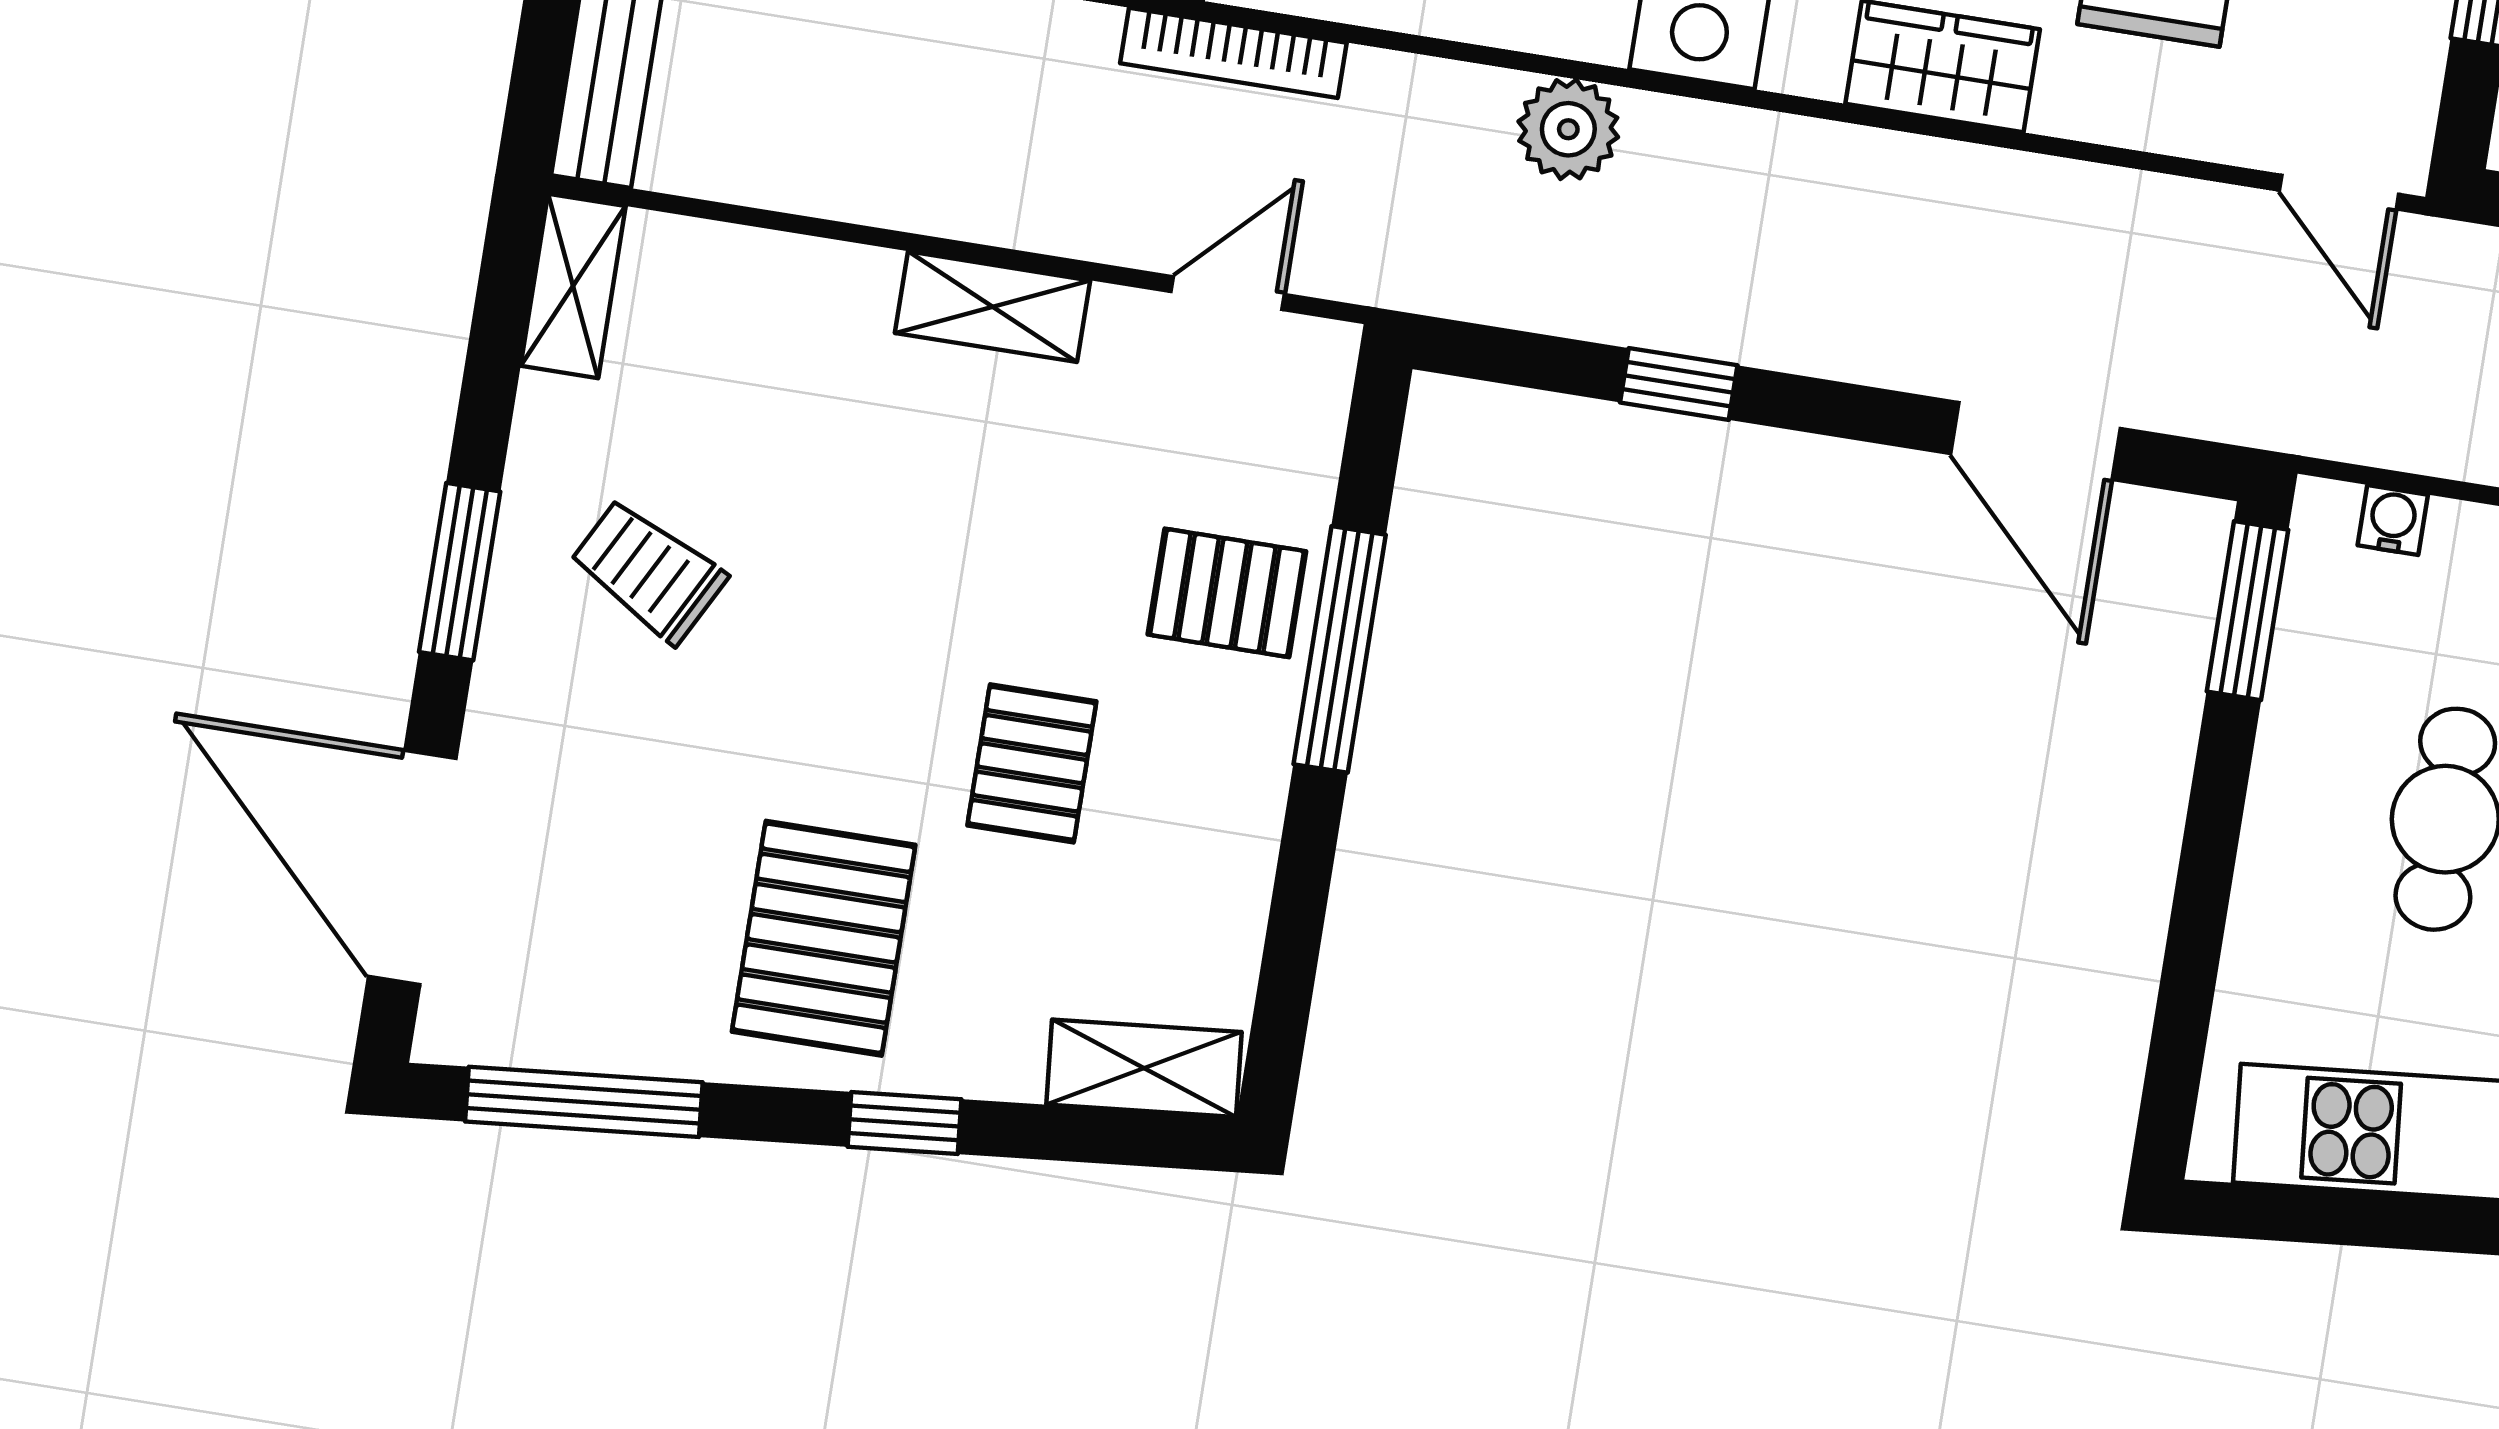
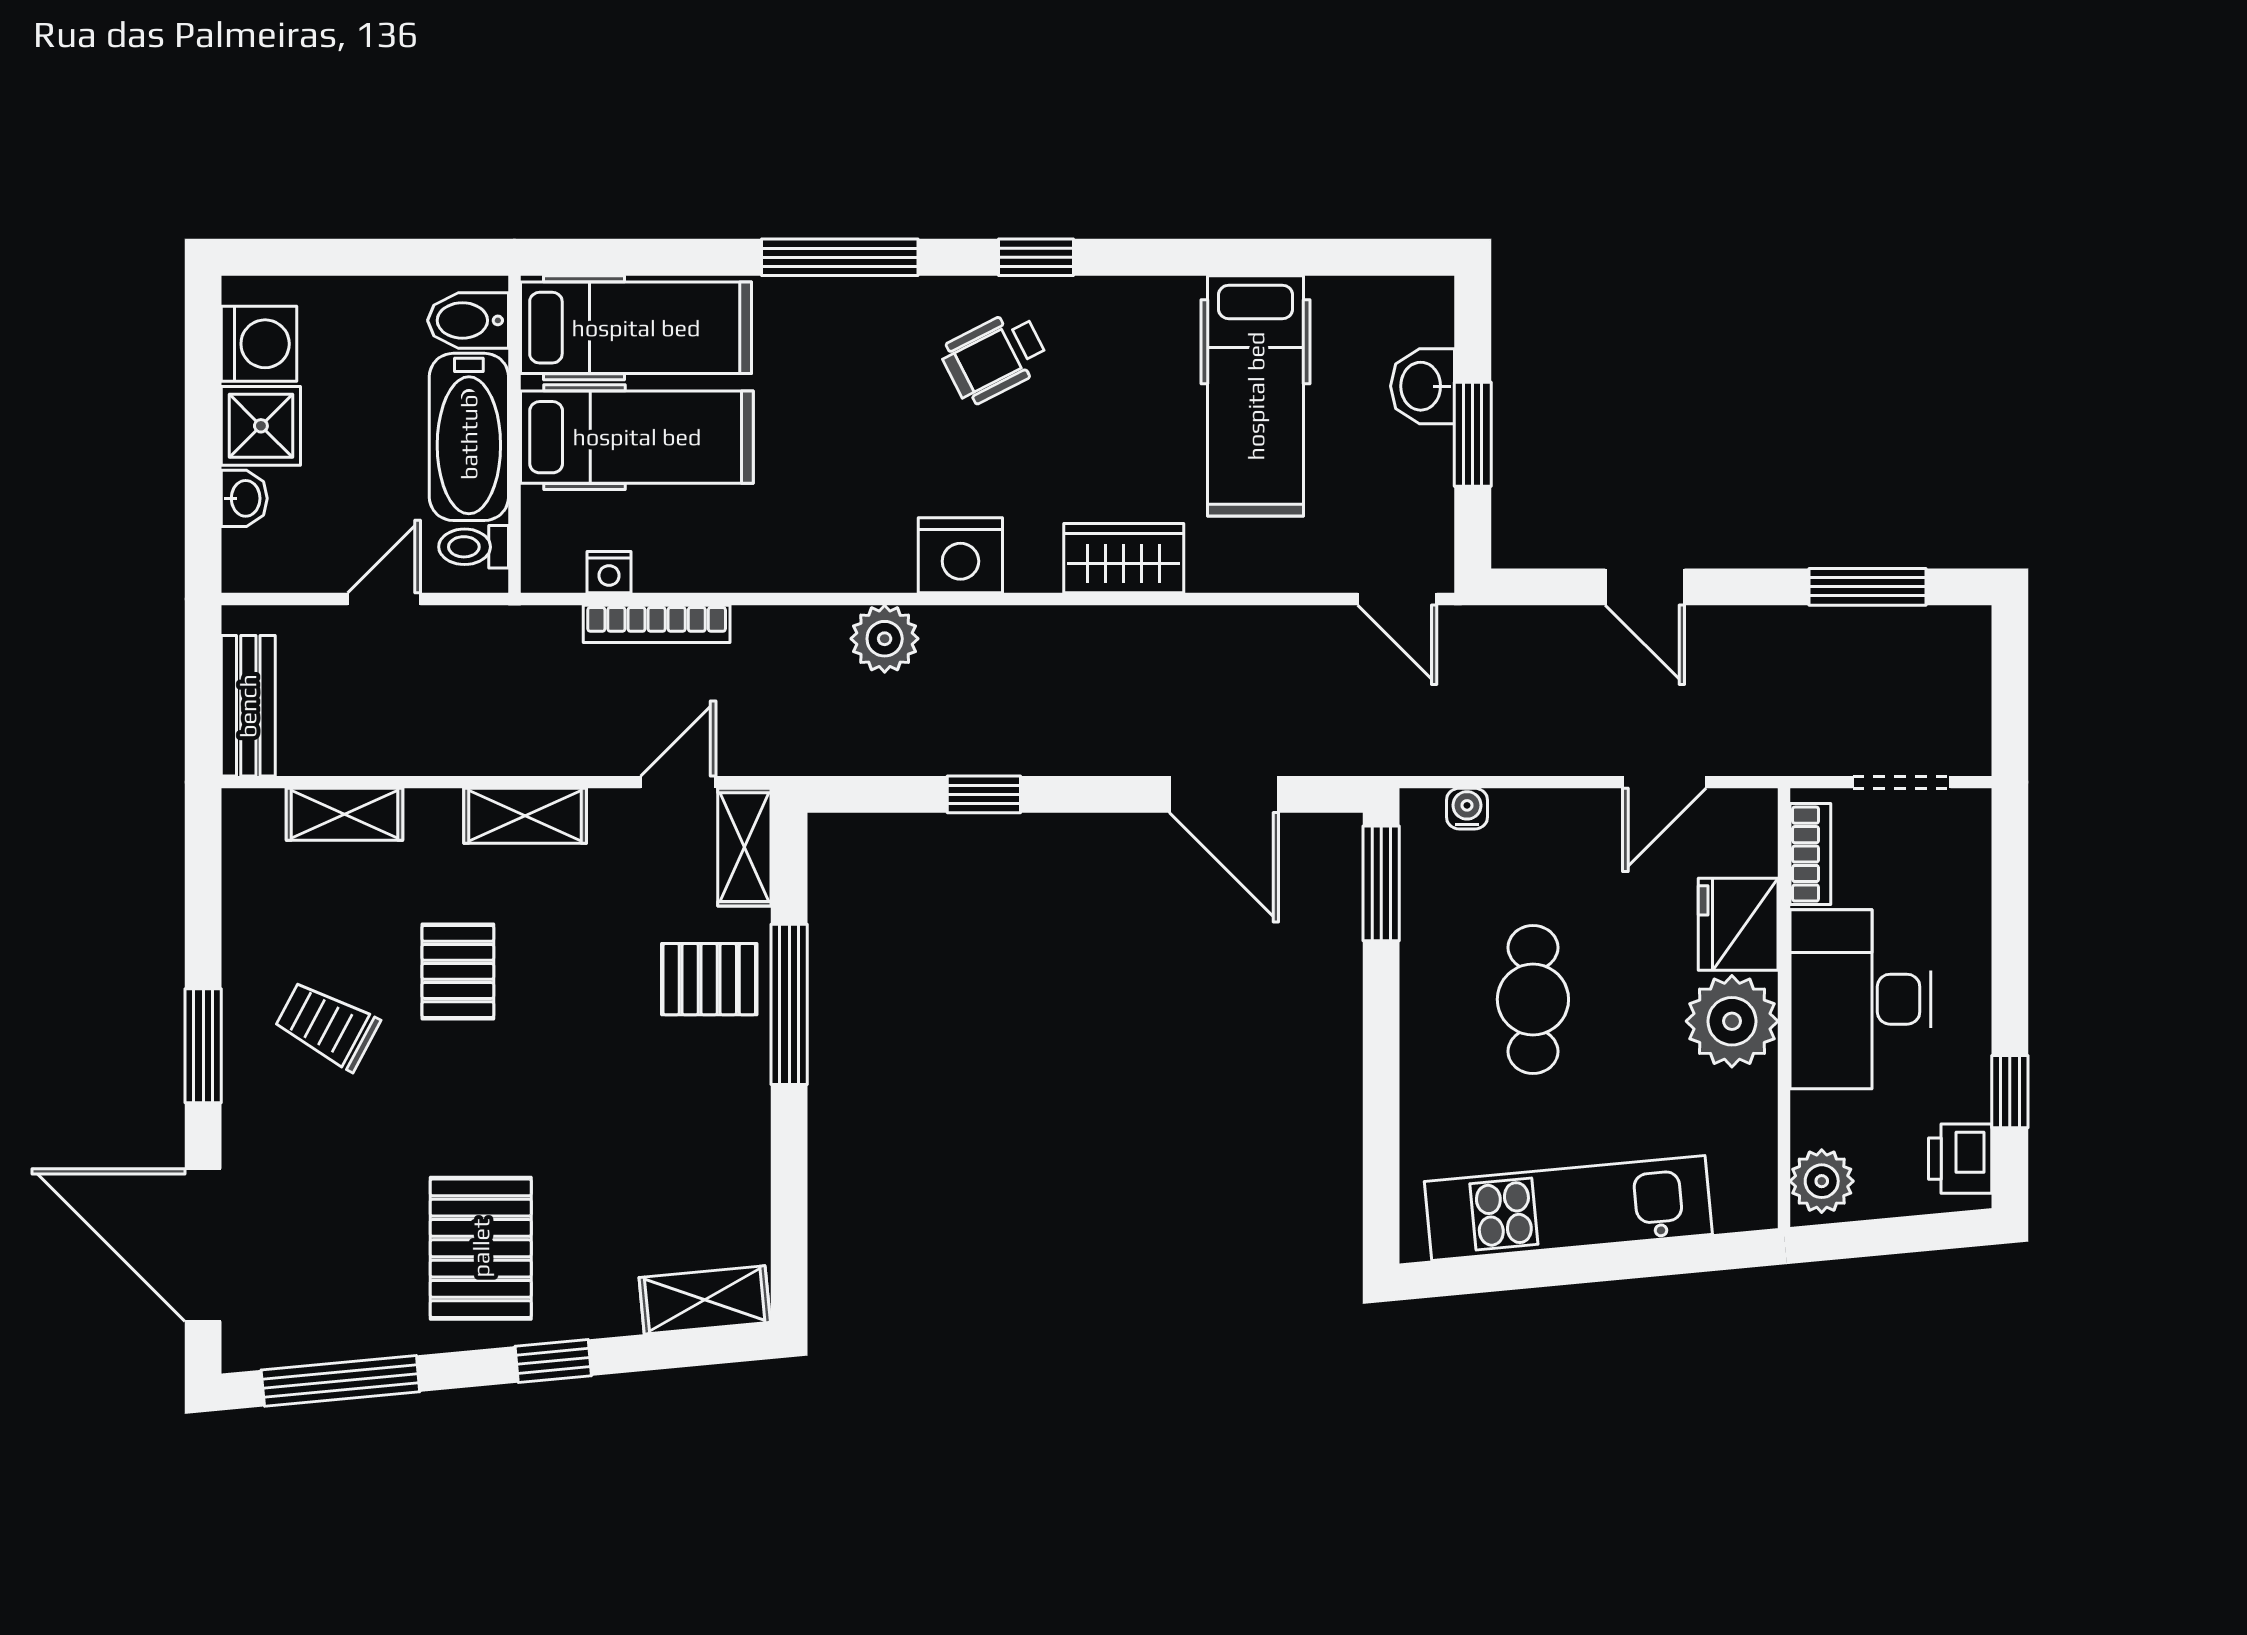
shelving: (573, 286) -> (344, 814), moved, turned 90
shelving: (1310, 405) -> (744, 847), added
pallet: (1032, 763) -> (458, 971), moved

